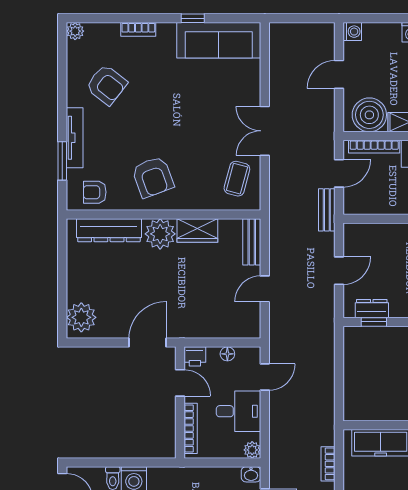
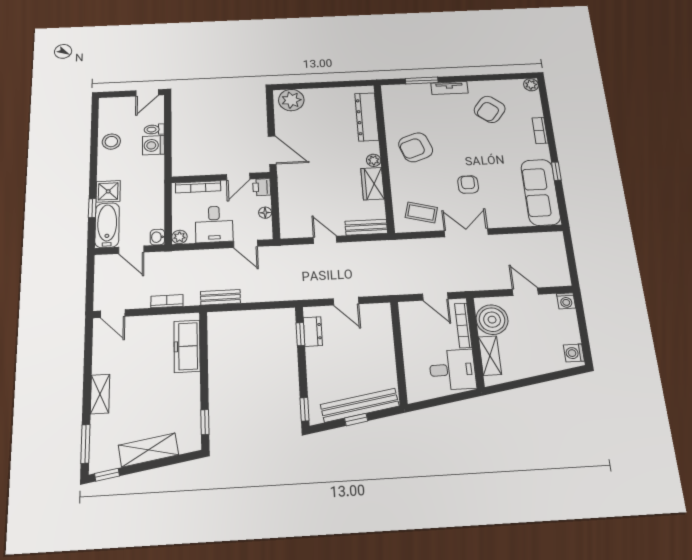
tv unit: (75, 138) -> (449, 88), width x0.71
armchair: (95, 192) -> (468, 185), moved
bench: (327, 210) -> (220, 297), moved
plant: (160, 234) -> (374, 160), width x0.53, depth x0.53

